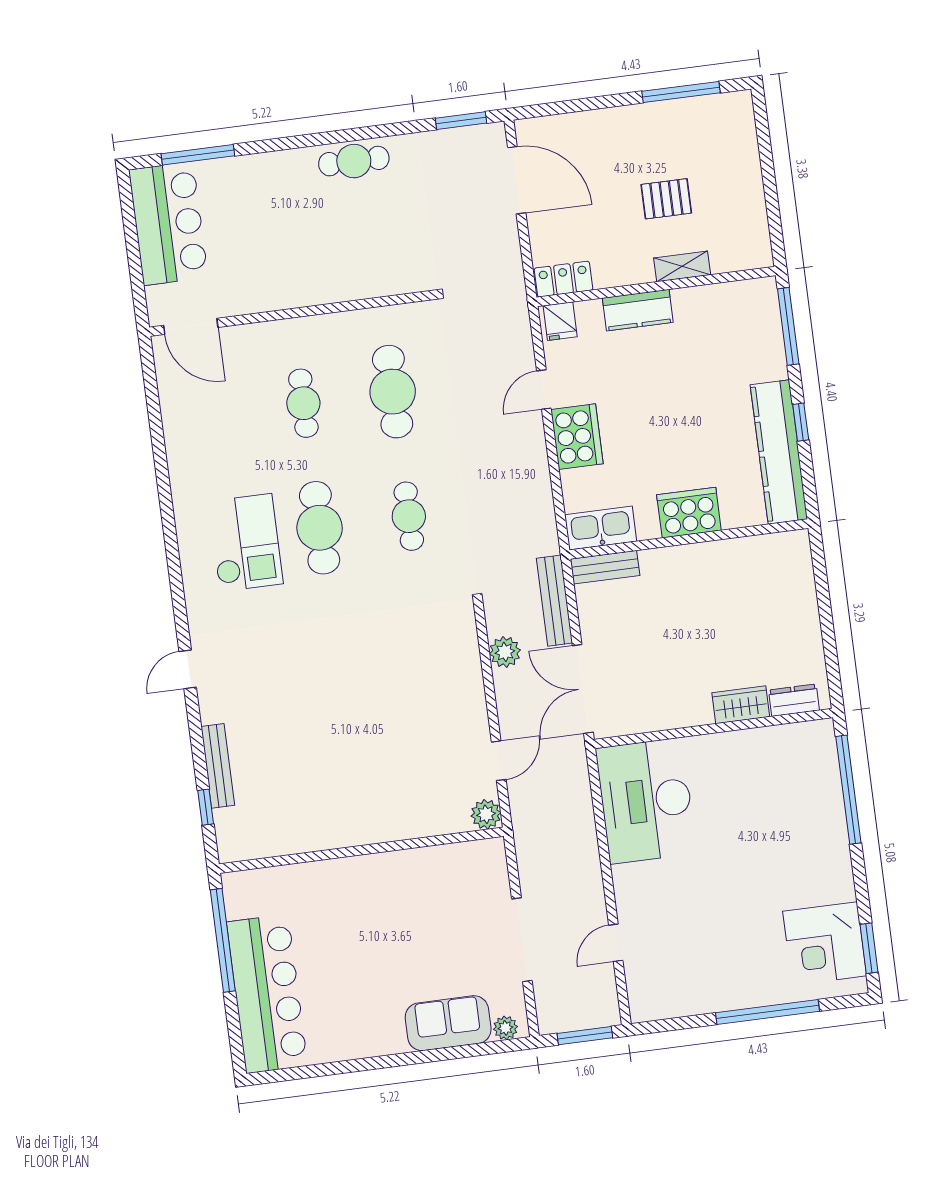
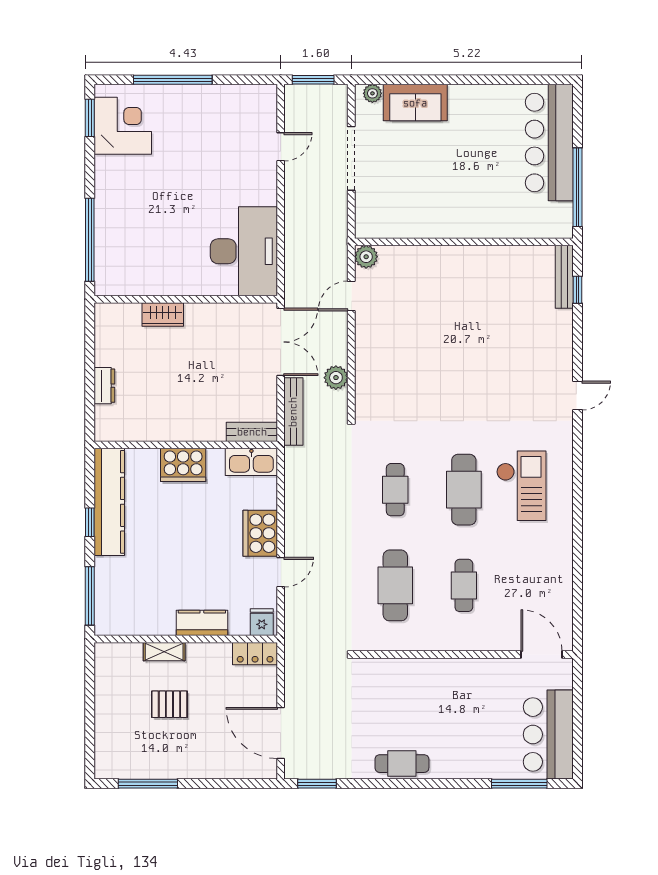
checkout: (246, 543) -> (521, 486), turned 180
dresser: (794, 700) -> (104, 386), moved, turned -90
bench: (218, 766) -> (564, 277), moved

